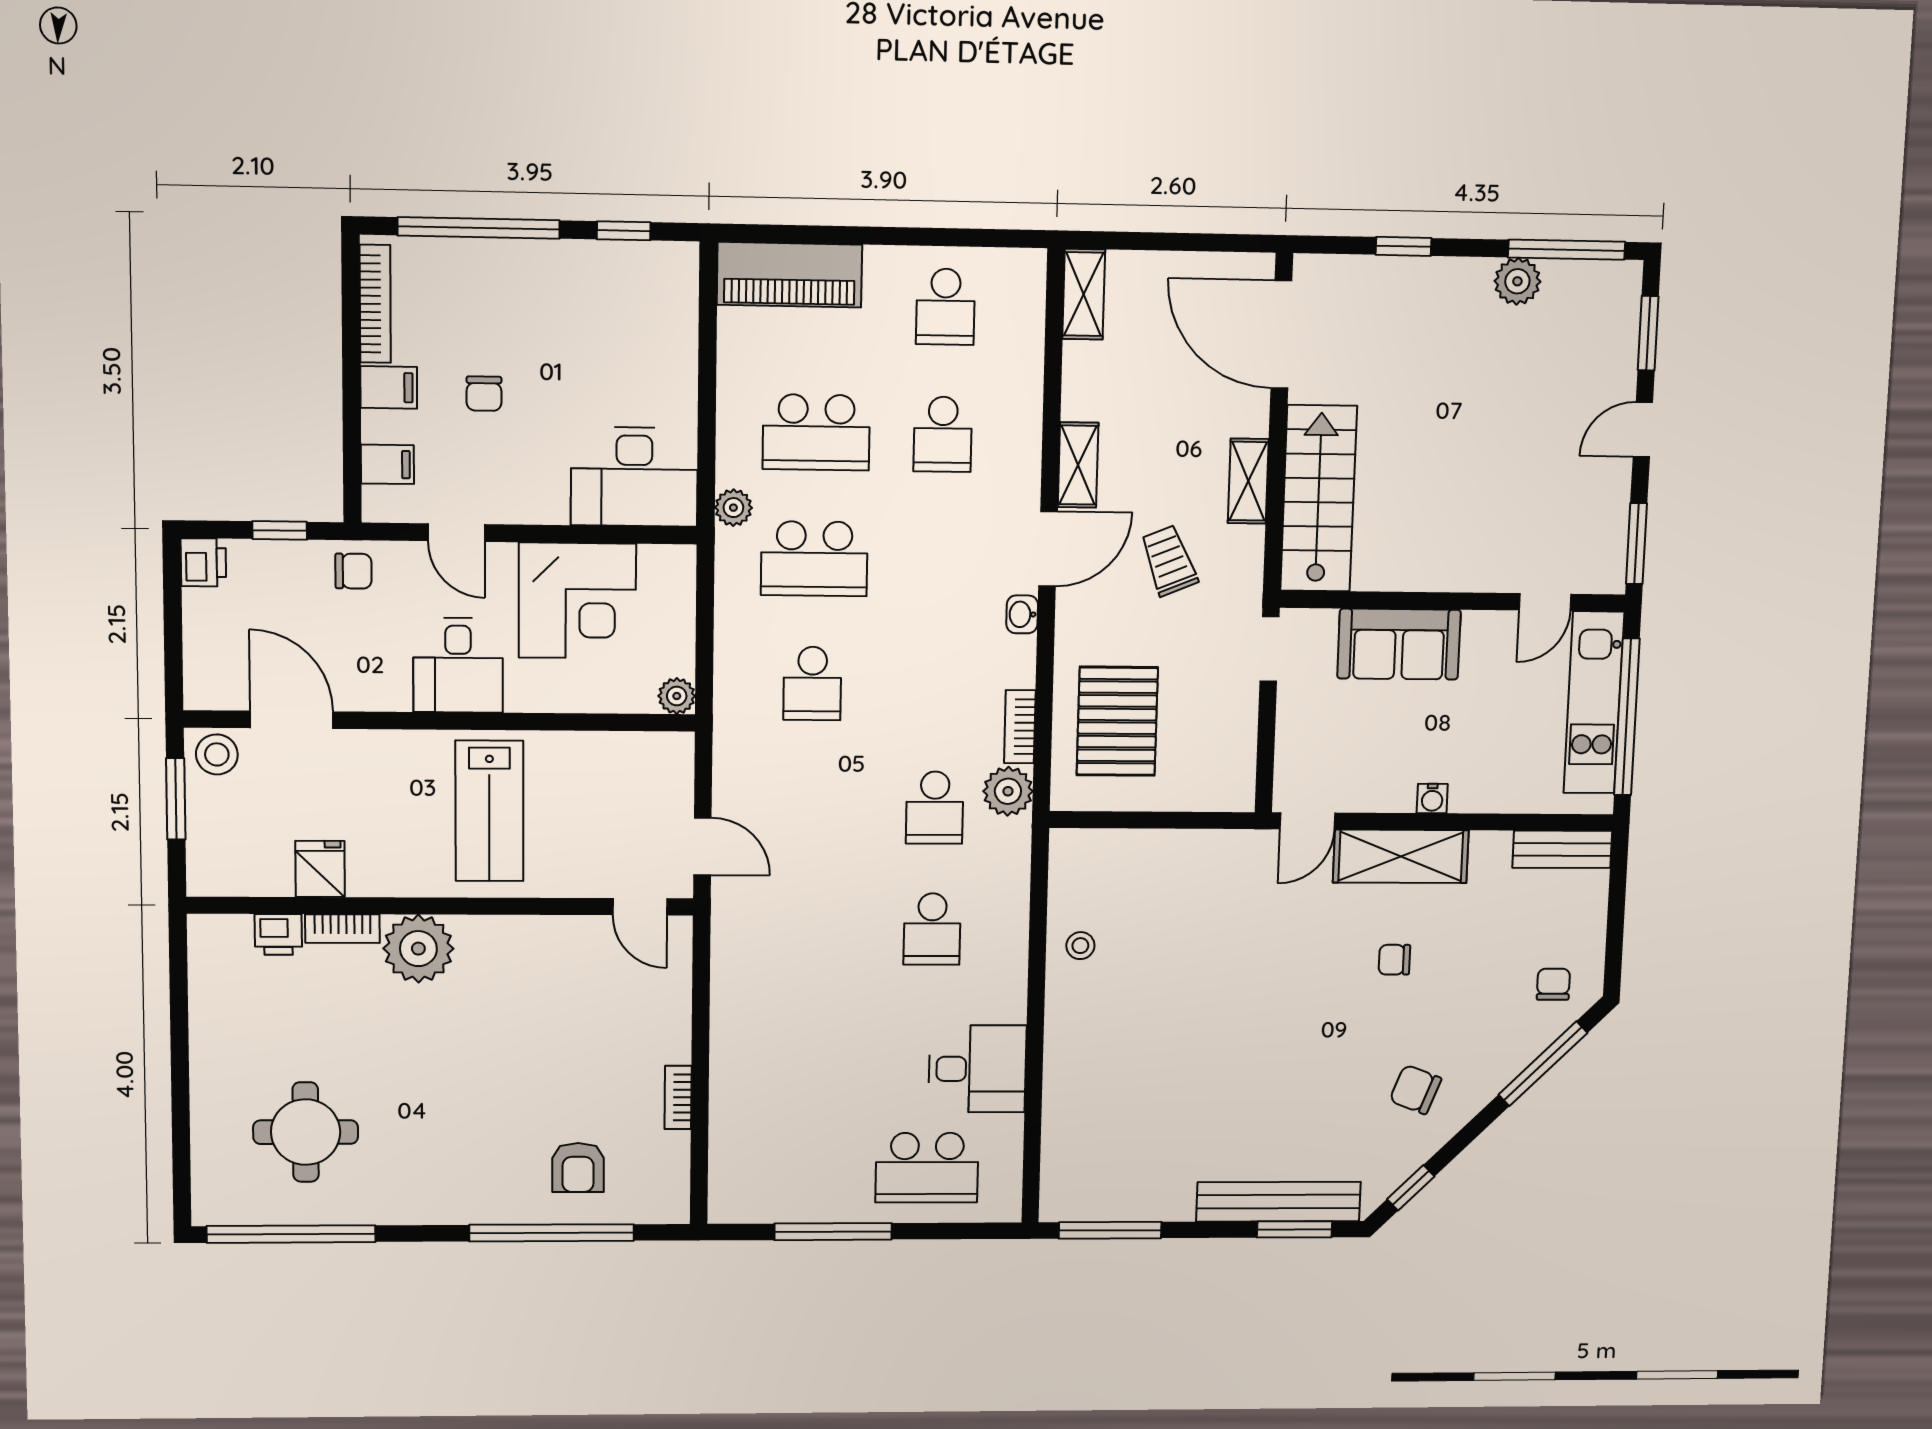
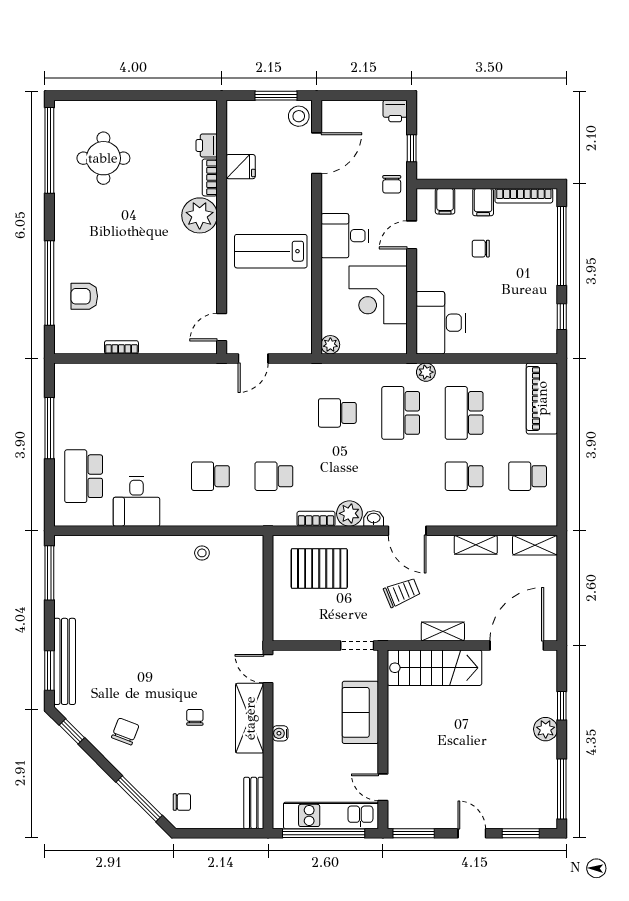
plant: (1517, 281) -> (546, 729), moved
shelving: (1078, 465) -> (476, 545), moved
plant: (1008, 791) -> (349, 513), moved

